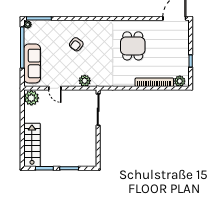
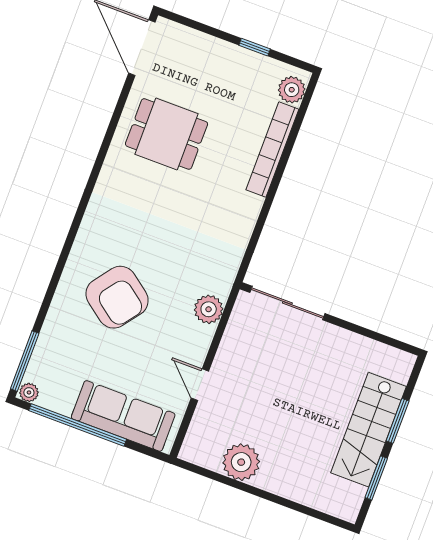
armchair: (76, 44) -> (117, 297), width x1.88, depth x1.88
dining table: (133, 46) -> (167, 134), moved
door: (55, 88) -> (200, 385), swing flipped
plant: (31, 98) -> (241, 462), moved
stairs: (32, 145) -> (369, 430), moved, turned -90

